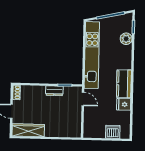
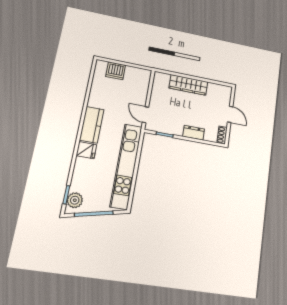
plant: (126, 39) -> (75, 200), moved
dresser: (54, 91) -> (194, 133), moved
fridge: (124, 104) -> (86, 150), moved
wardrobe: (28, 130) -> (188, 85), moved

